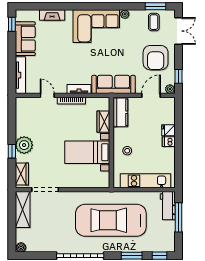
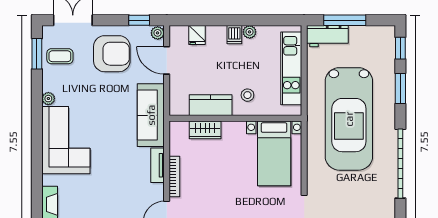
kitchen counter: (120, 112) -> (211, 105), moved
fridge: (168, 130) -> (197, 35), moved
bed with nightstands: (87, 152) -> (274, 153), moved
plant: (171, 152) -> (250, 32), added

